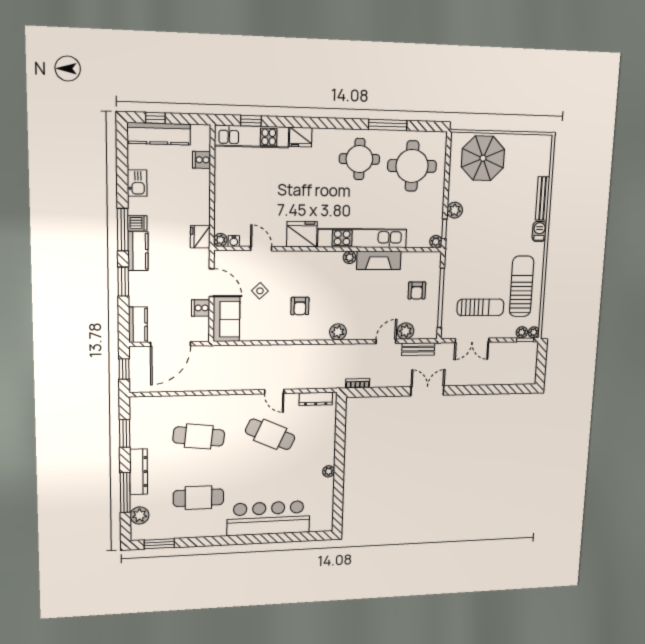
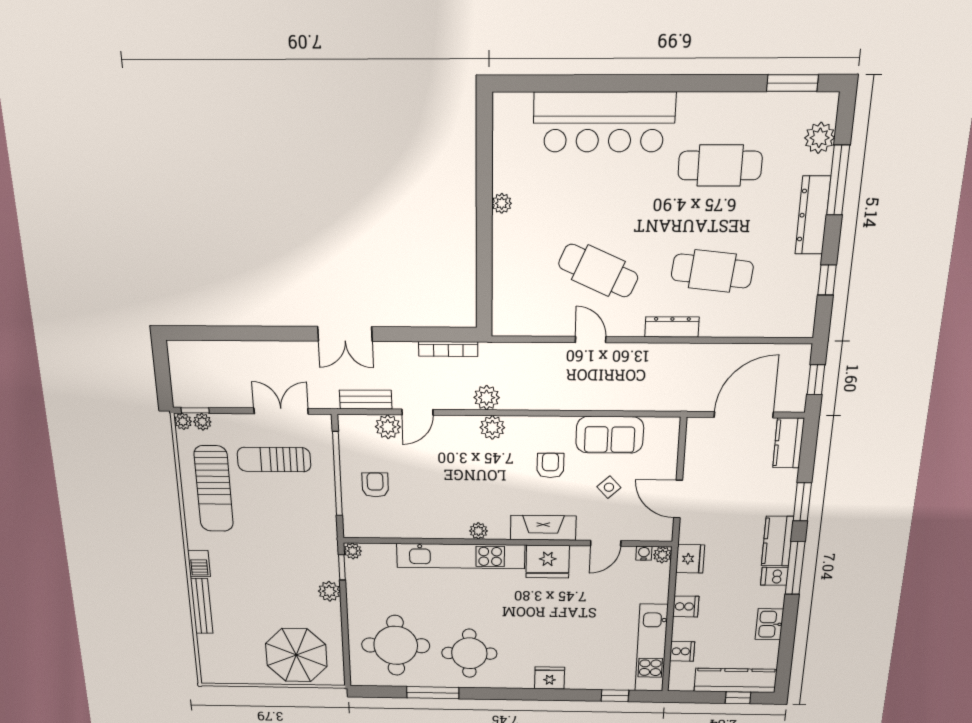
kitchen unit: (252, 137) -> (651, 648), moved, turned -90
door: (261, 249) -> (606, 543), hinge flipped
fireplace: (379, 260) -> (543, 528), moved
cooker: (201, 308) -> (686, 606), moved
sofa: (226, 319) -> (610, 435), moved, turned -90
plant: (341, 352) -> (487, 398), added
bookcase: (358, 383) -> (448, 349), width x1.56
dresser: (316, 399) -> (672, 327), moved
window: (125, 433) -> (827, 280), width x0.67

